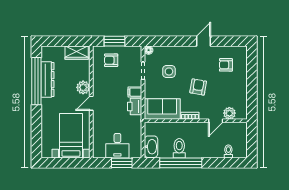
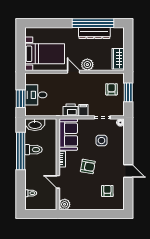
plant: (229, 113) -> (65, 204), moved

